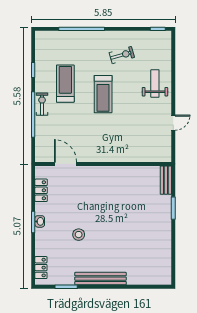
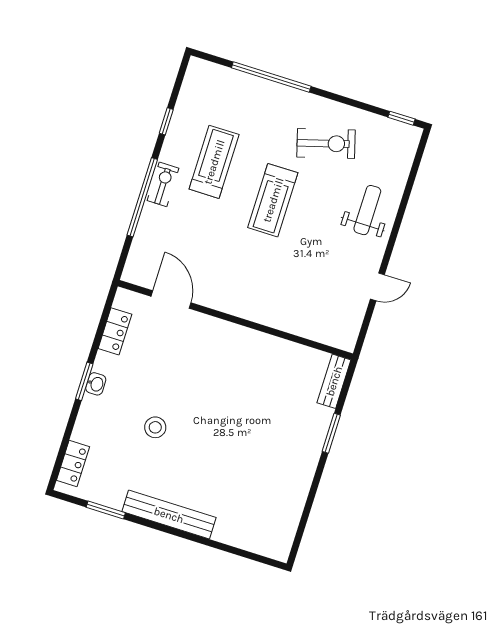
exercise bike: (122, 55) -> (326, 143), width x1.38, depth x1.39

